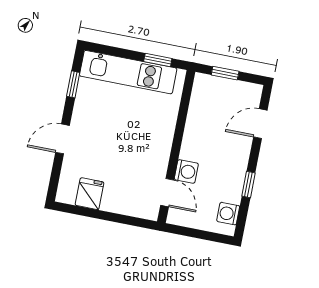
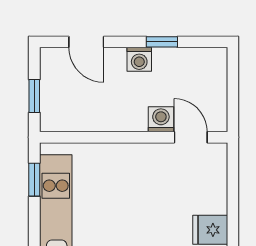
door: (167, 193) -> (191, 137), hinge flipped
washing machine: (228, 214) -> (139, 59), moved

